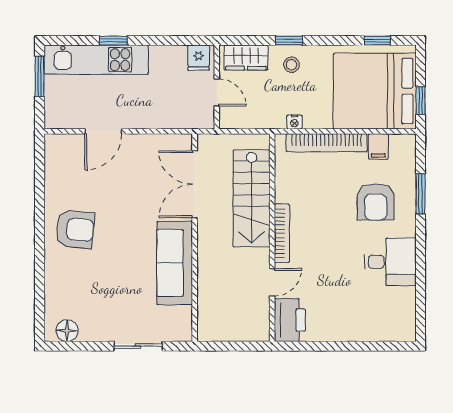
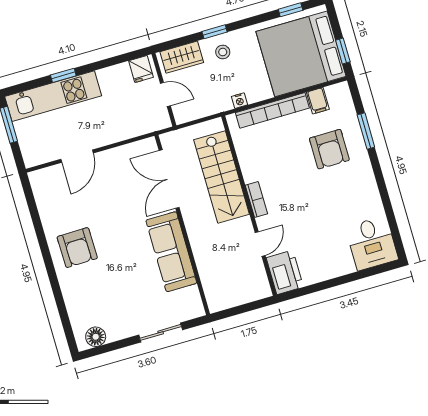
armchair: (75, 229) -> (77, 248), turned 84
bookcase: (282, 233) -> (256, 199), width x0.64
desk: (390, 262) -> (372, 243), moved, turned 90

